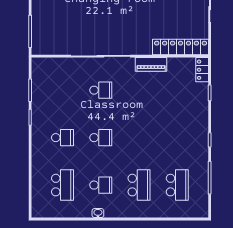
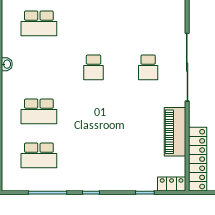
piano: (151, 64) -> (175, 132), width x1.37, depth x1.33
school desk: (62, 138) -> (94, 23), removed
school desk: (101, 185) -> (39, 67), removed

